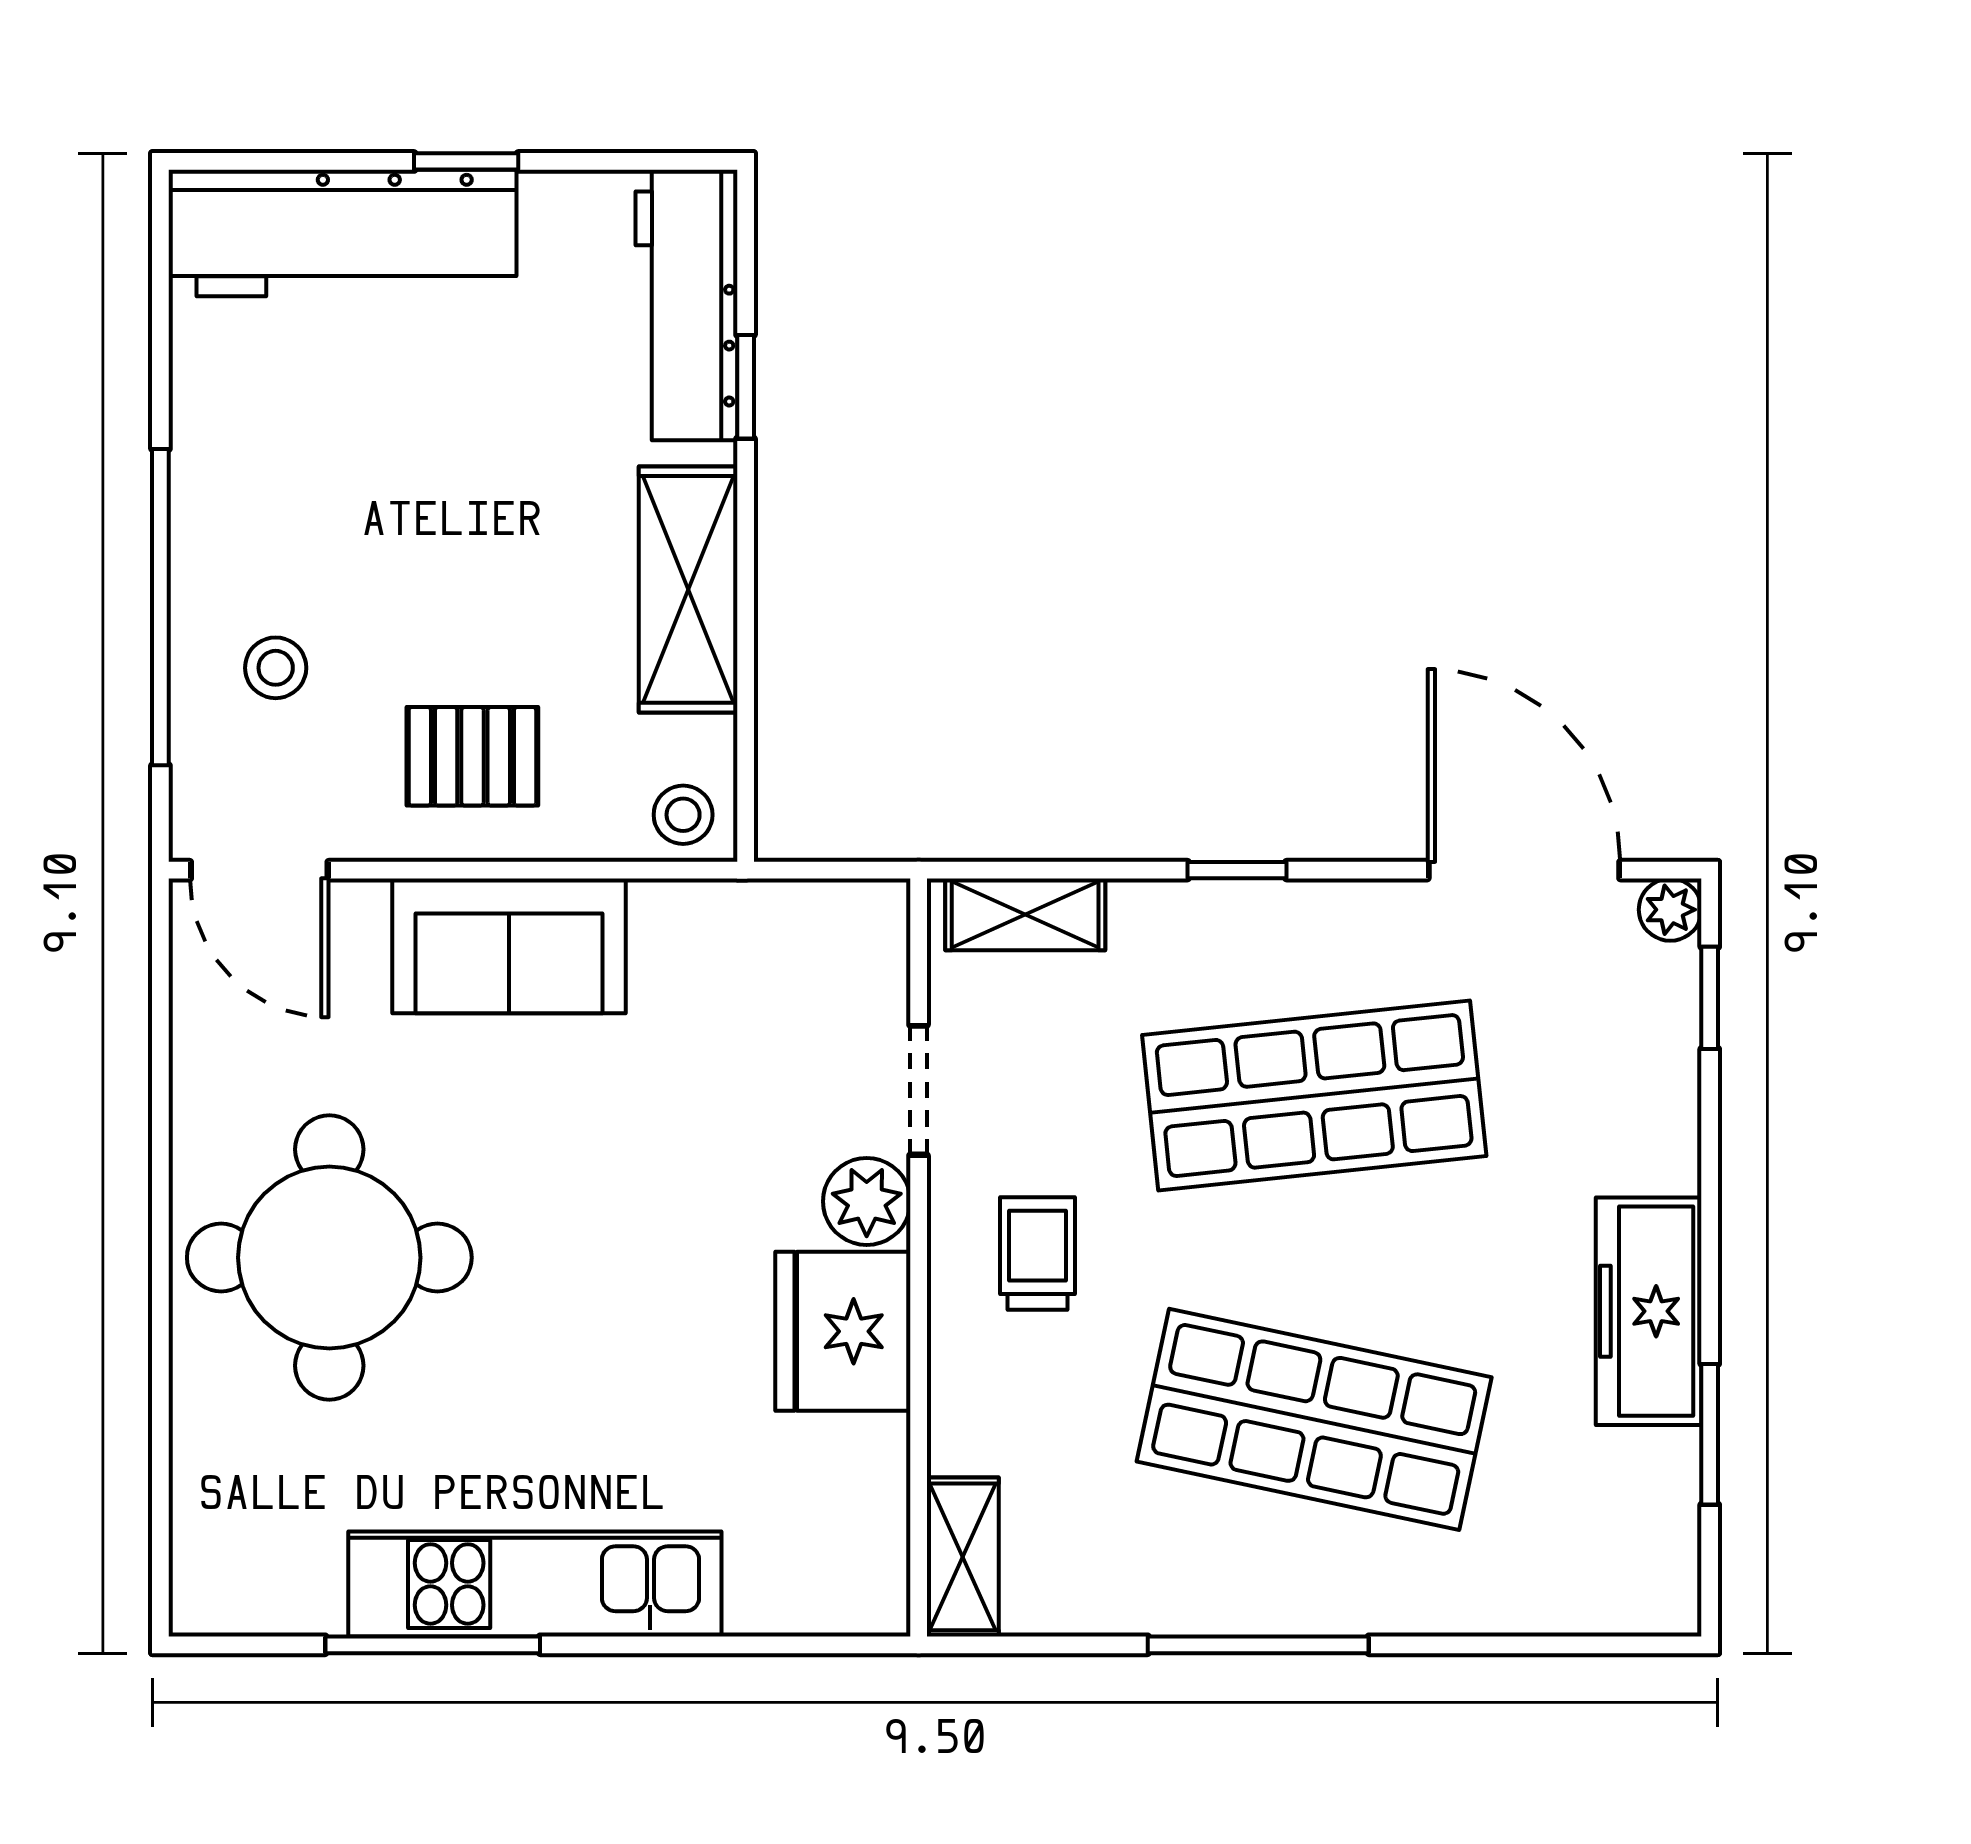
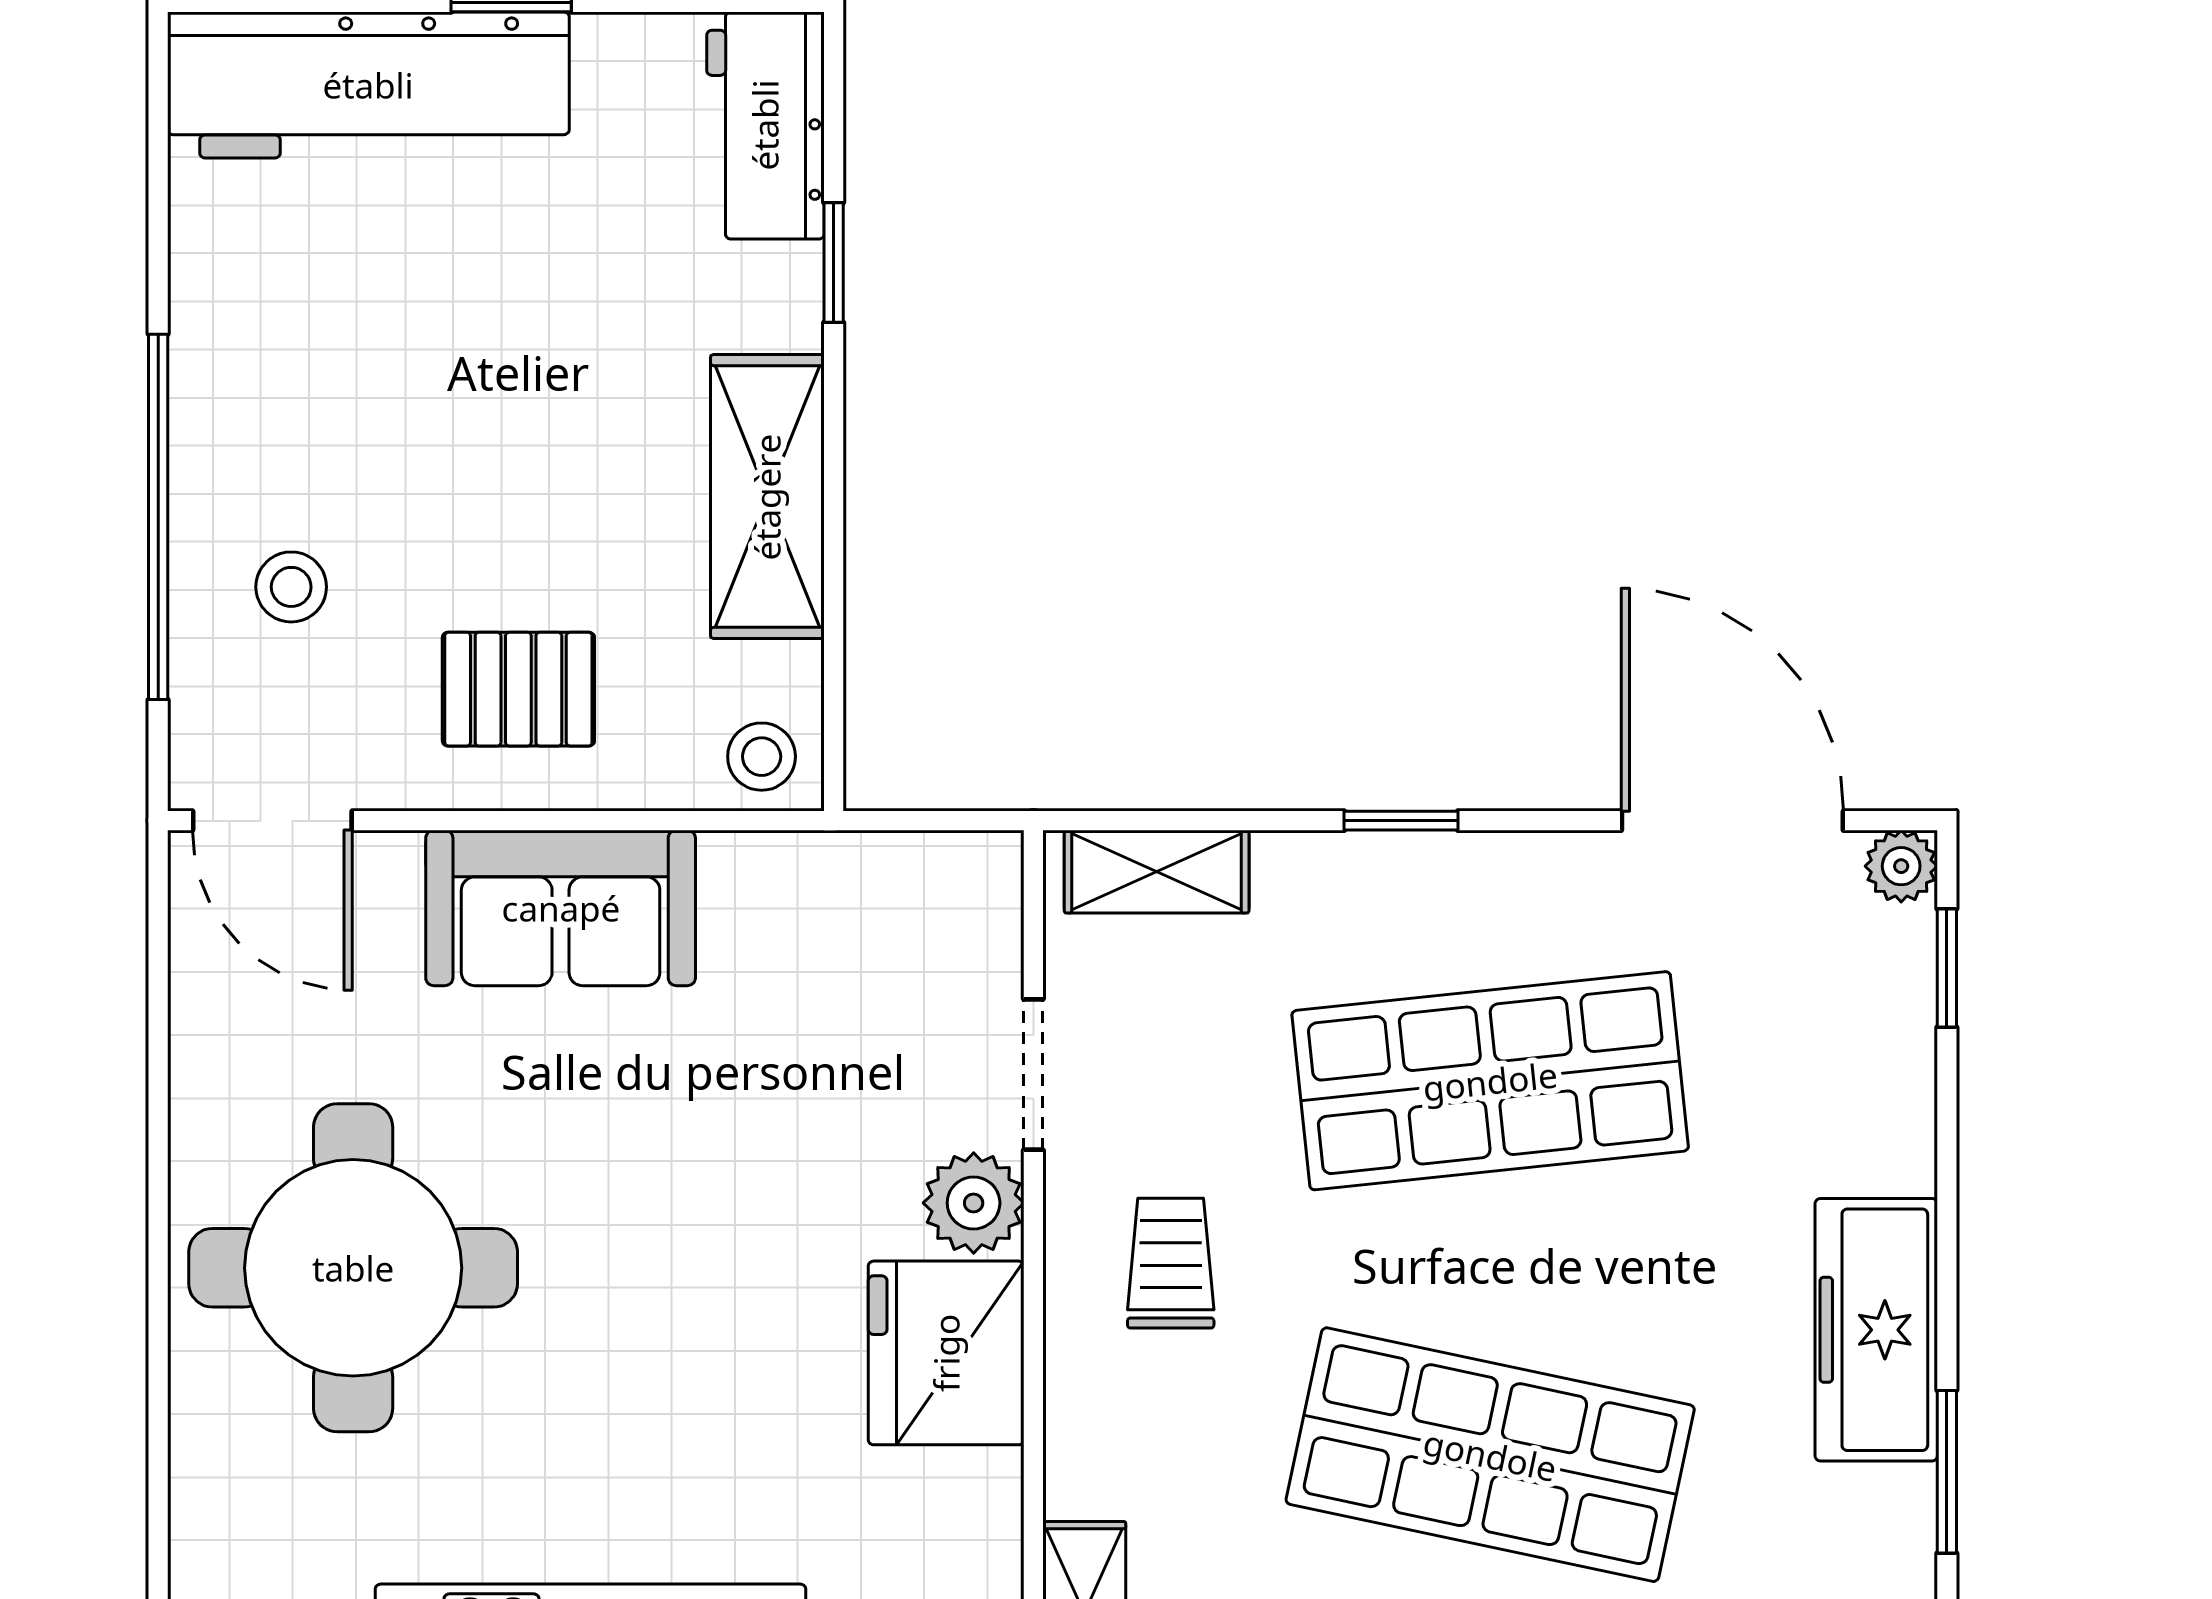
workbench: (686, 305) -> (765, 125), width x0.73

